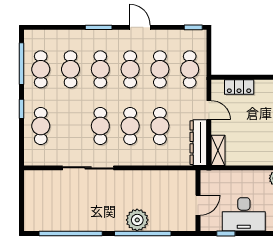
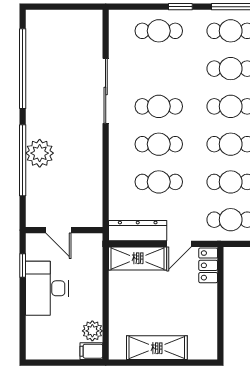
locker: (239, 87) -> (208, 265), moved
shelving: (218, 150) -> (138, 258), width x1.50, depth x1.33

